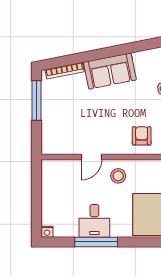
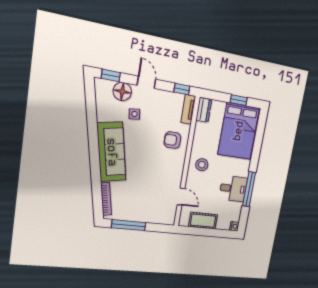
sofa: (110, 71) -> (111, 152), width x1.36
door: (92, 157) -> (181, 197), moved
cot: (50, 190) -> (203, 221), added

